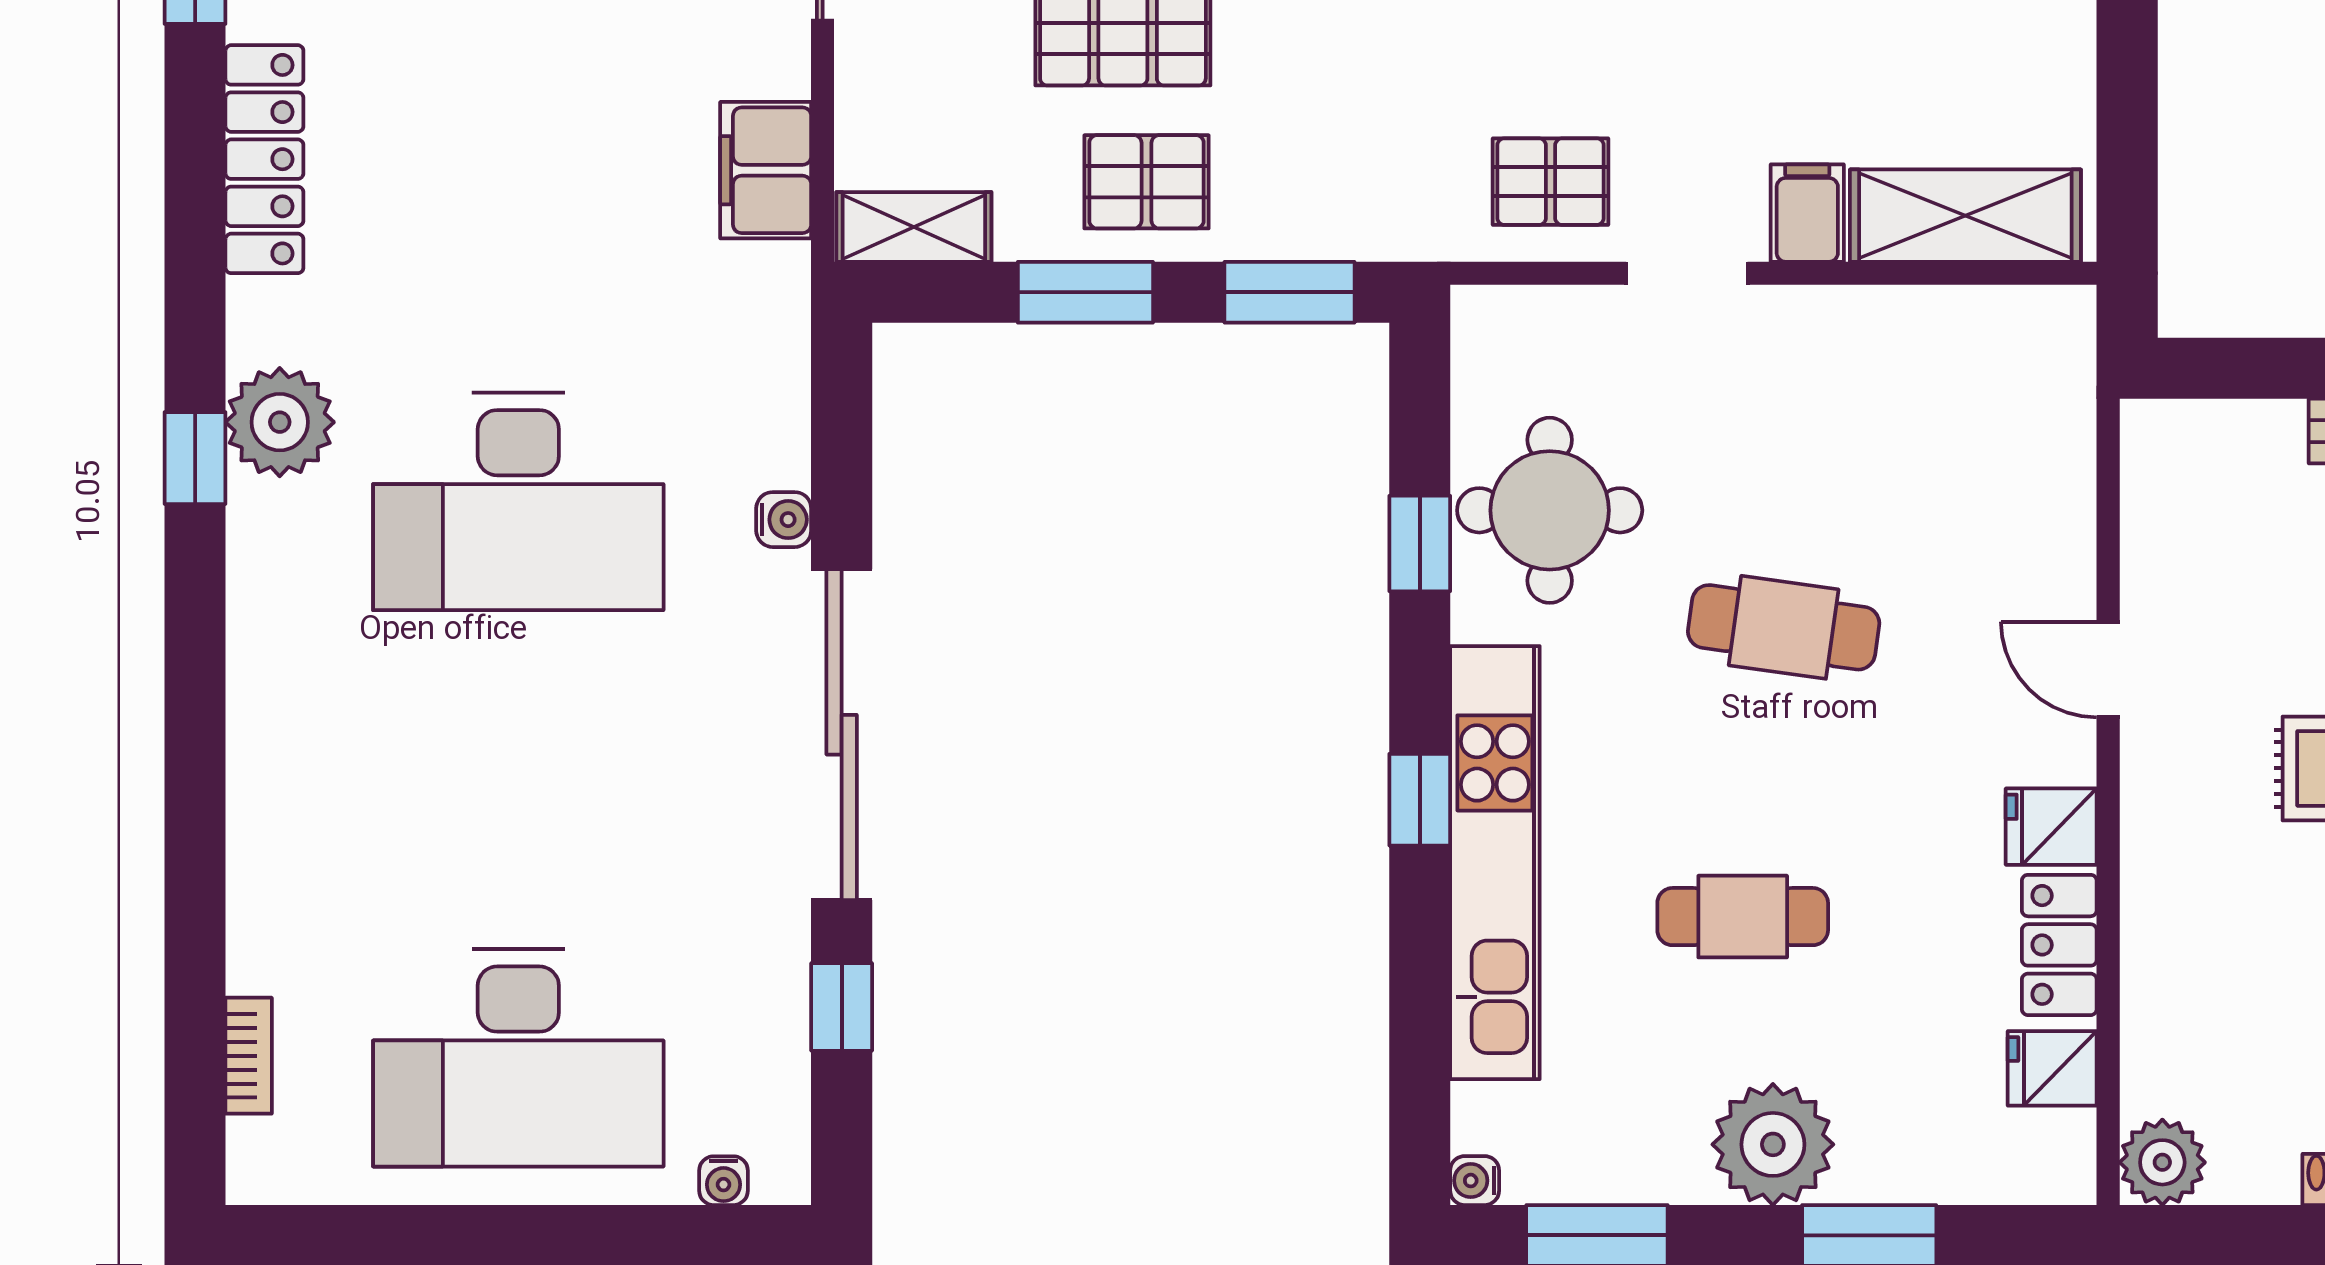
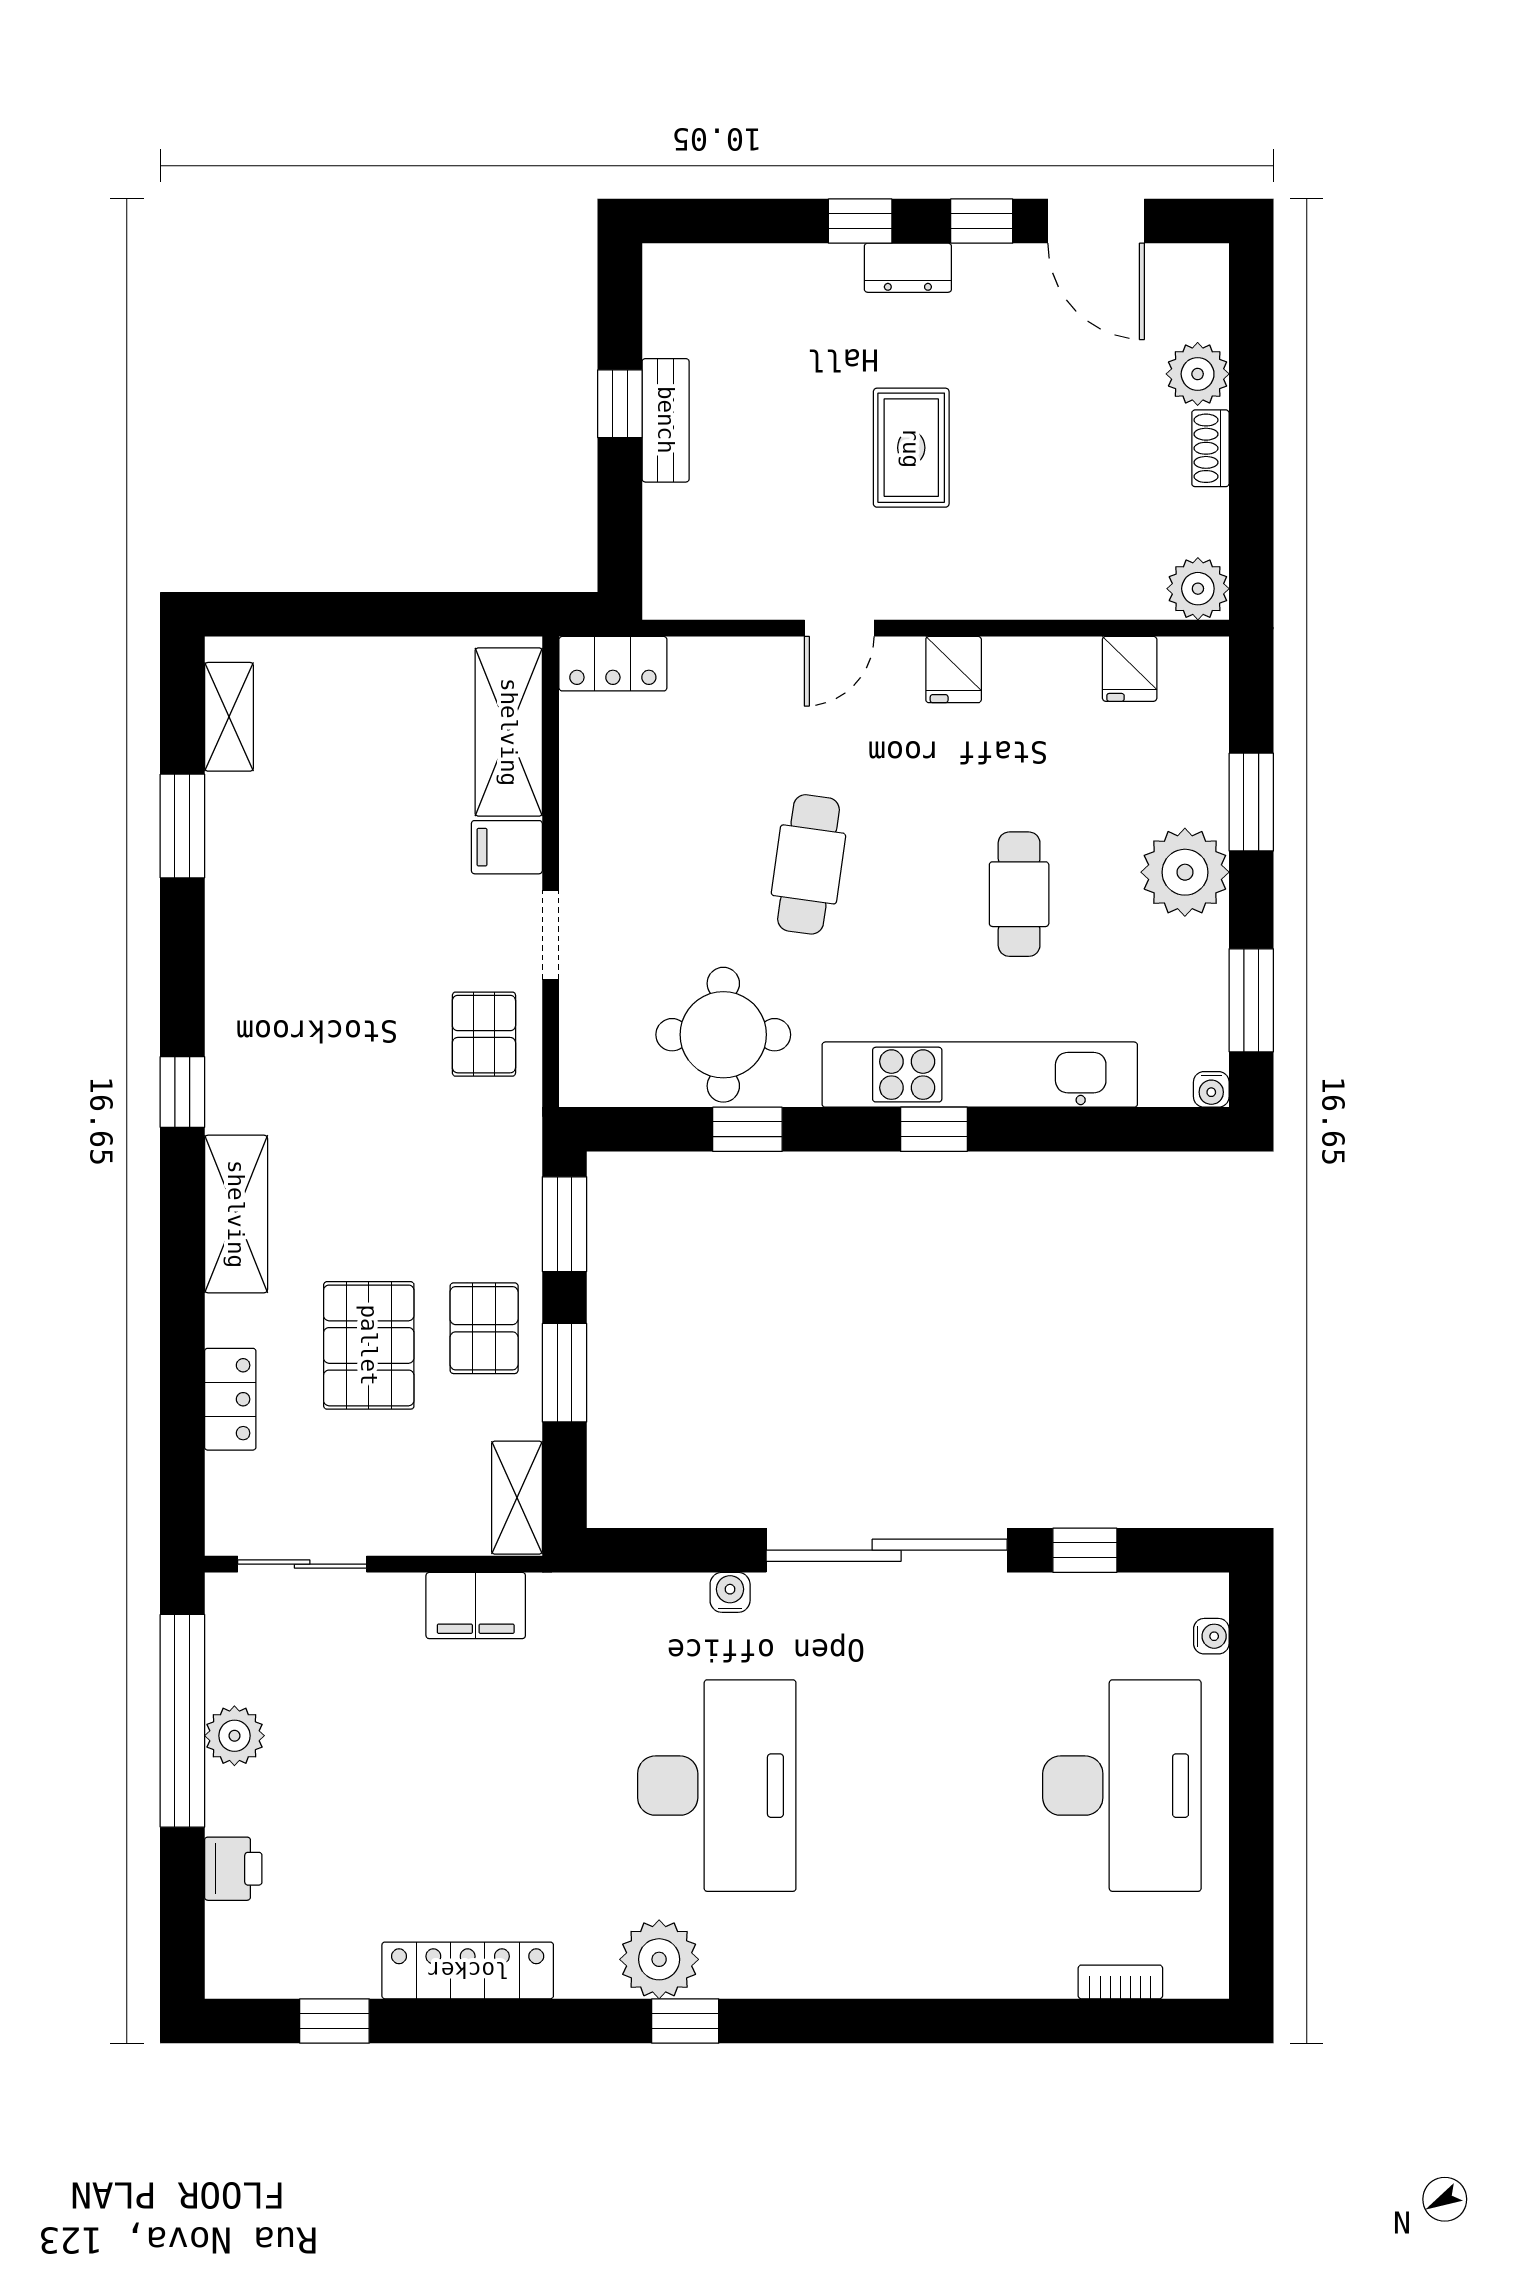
locker: (2059, 945) -> (613, 664), moved

